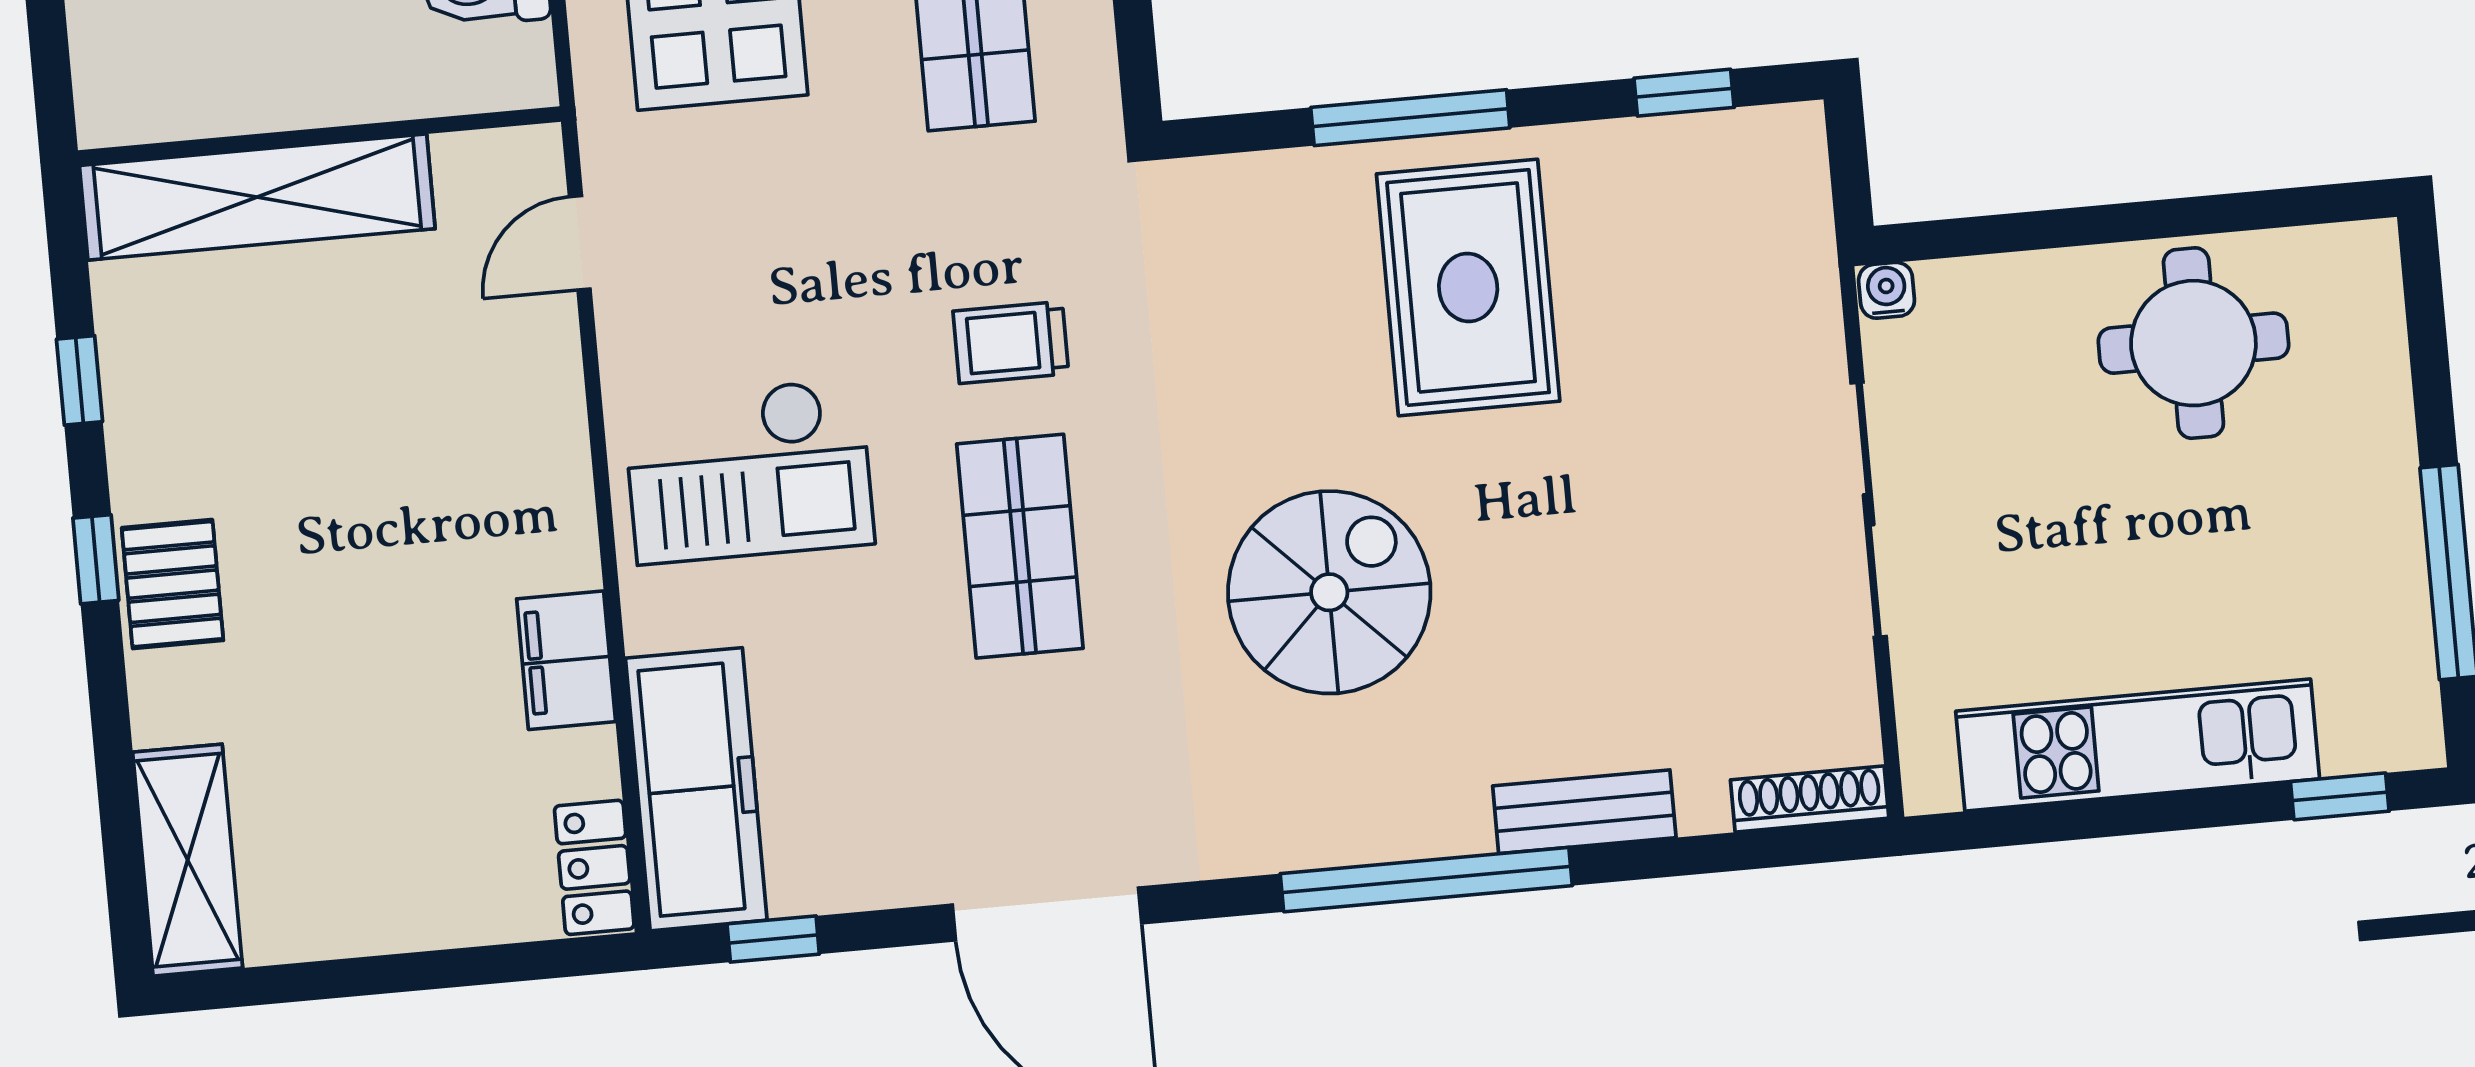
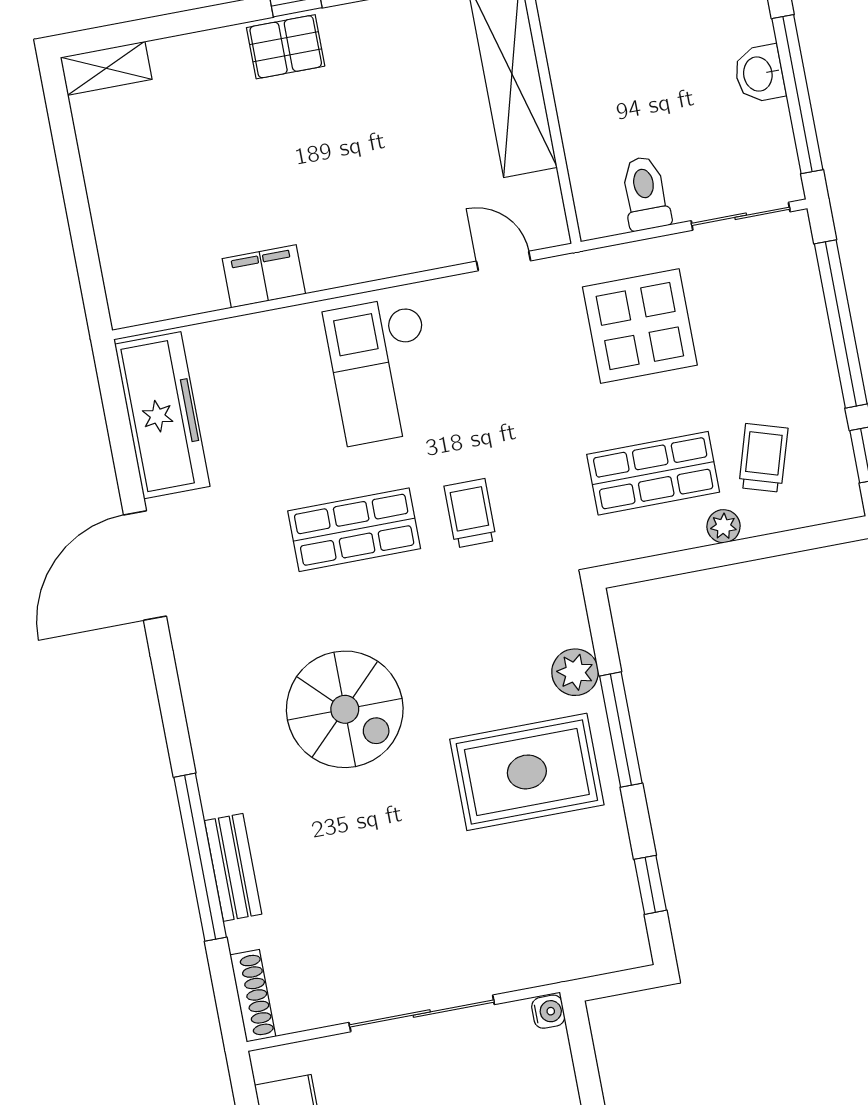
plant: (1303, 187) -> (575, 672), added
freezer: (696, 789) -> (162, 415), moved, turned -90
shelving: (188, 860) -> (106, 68), width x0.67, depth x0.75
locker: (594, 867) -> (147, 304), removed
window: (1426, 880) -> (200, 857), moved
window: (773, 939) -> (116, 410), removed

